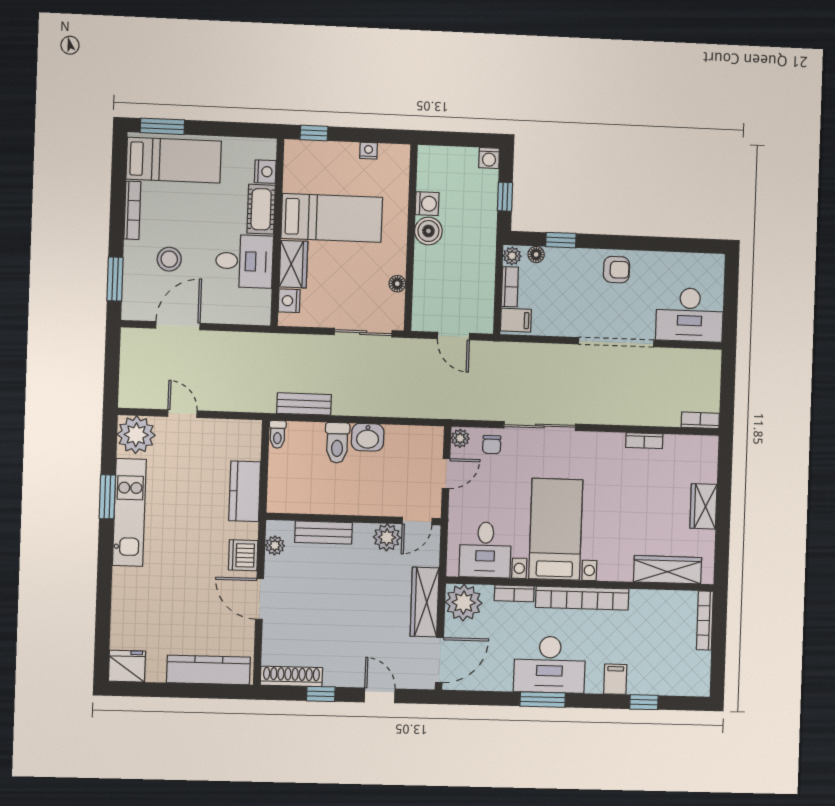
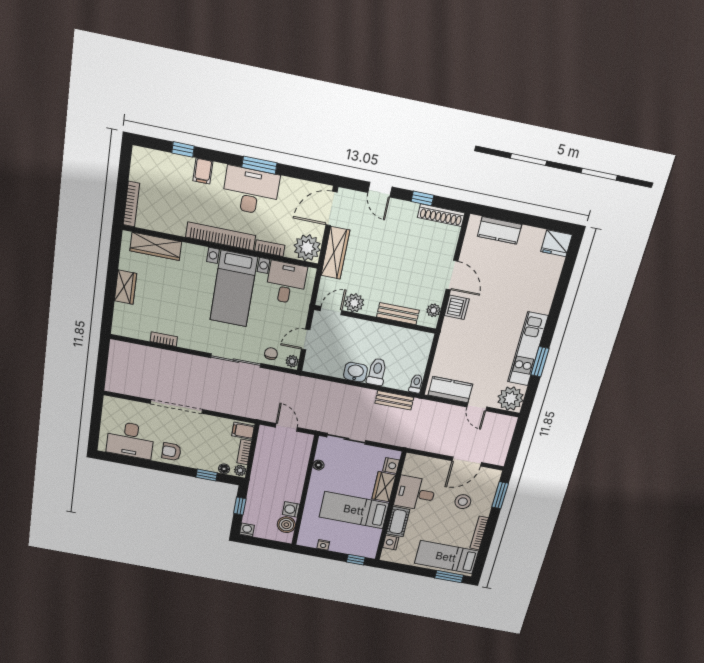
boiler: (428, 231) -> (286, 525), moved
desk: (690, 315) -> (130, 440), moved, turned 180
bookcase: (700, 420) -> (123, 347), removed
kitchen counter: (245, 491) -> (450, 390), moved, turned -90
kitchen counter: (208, 670) -> (499, 230), width x0.67

